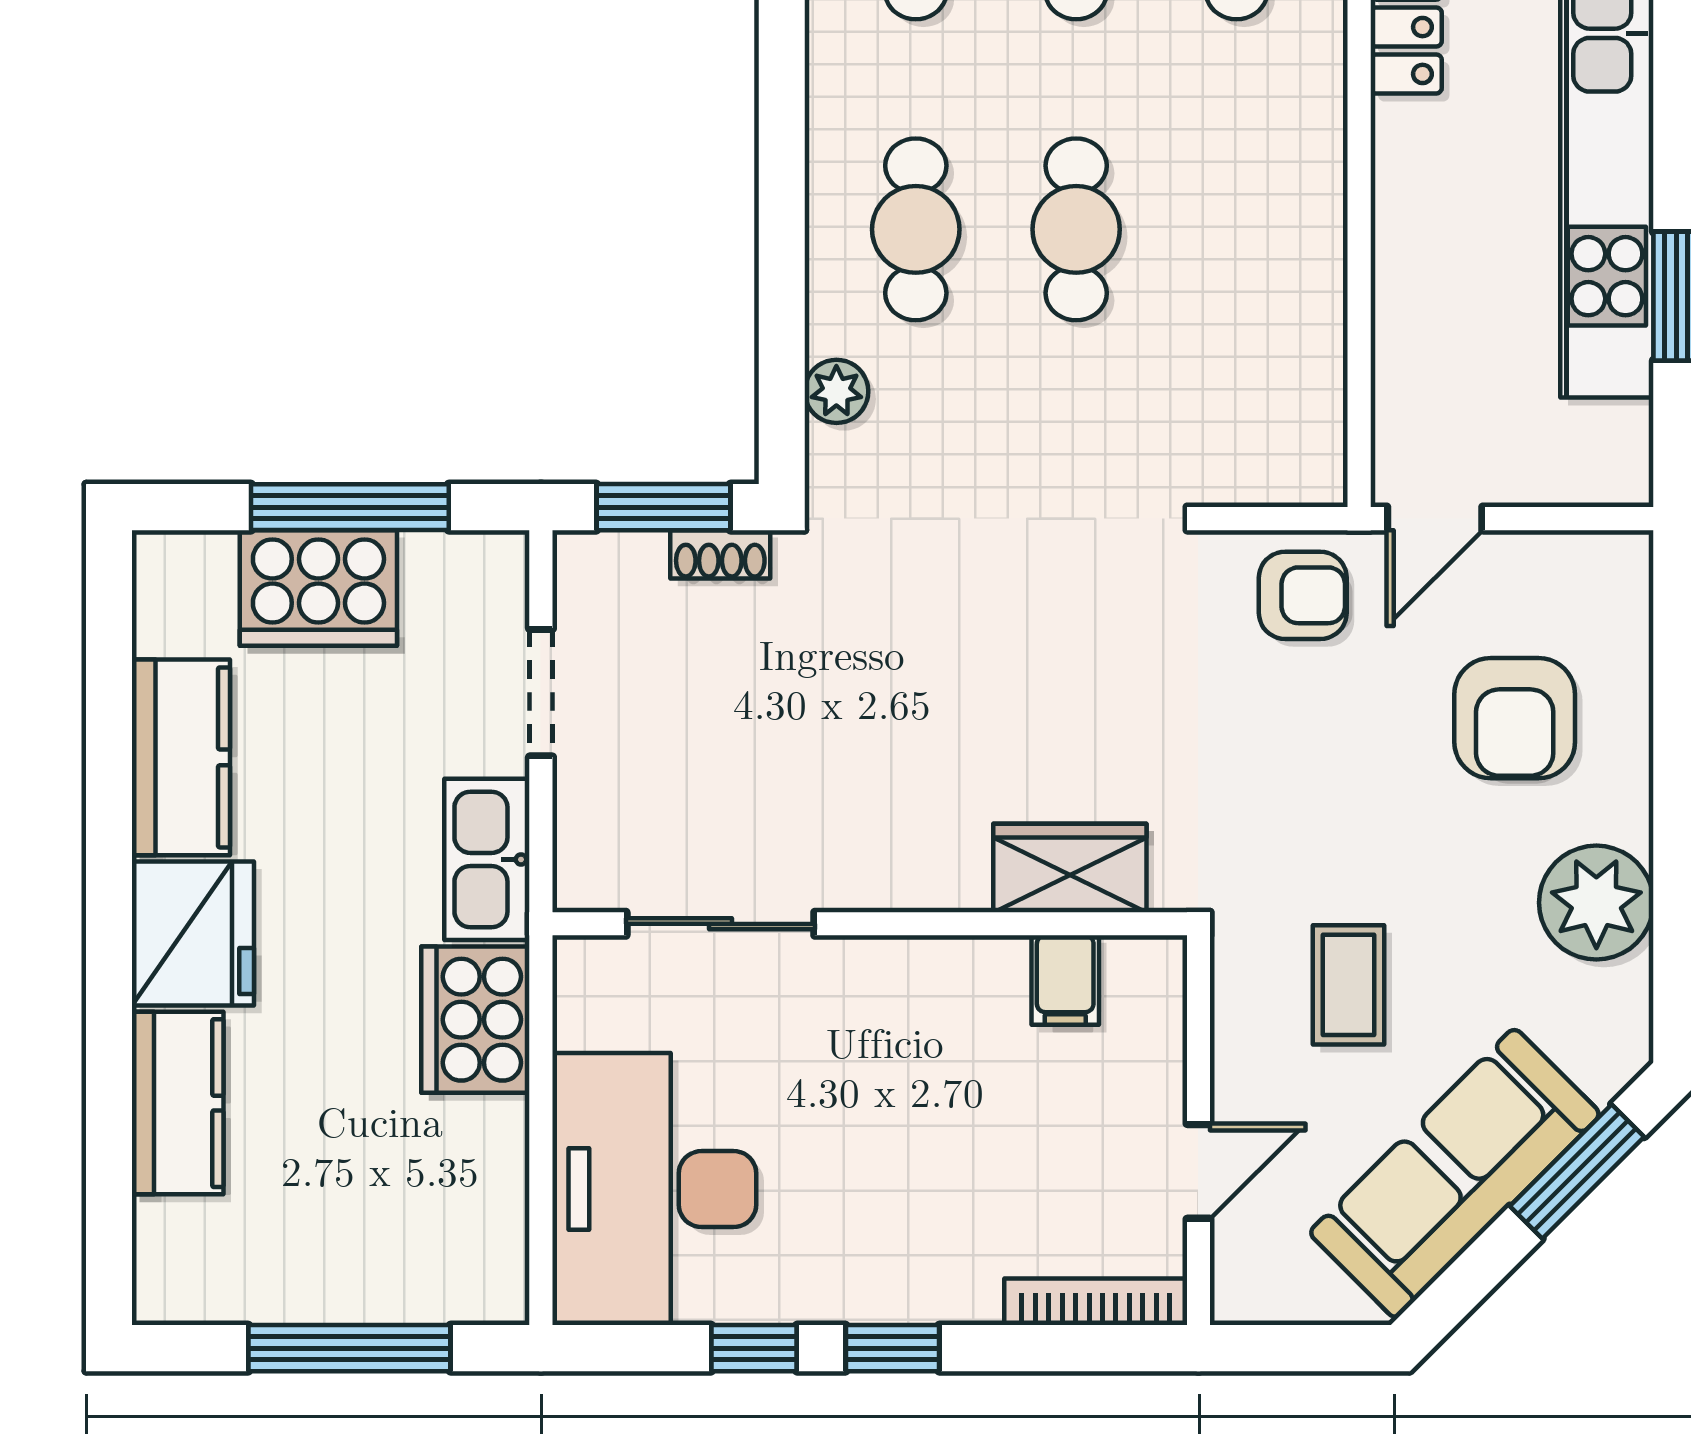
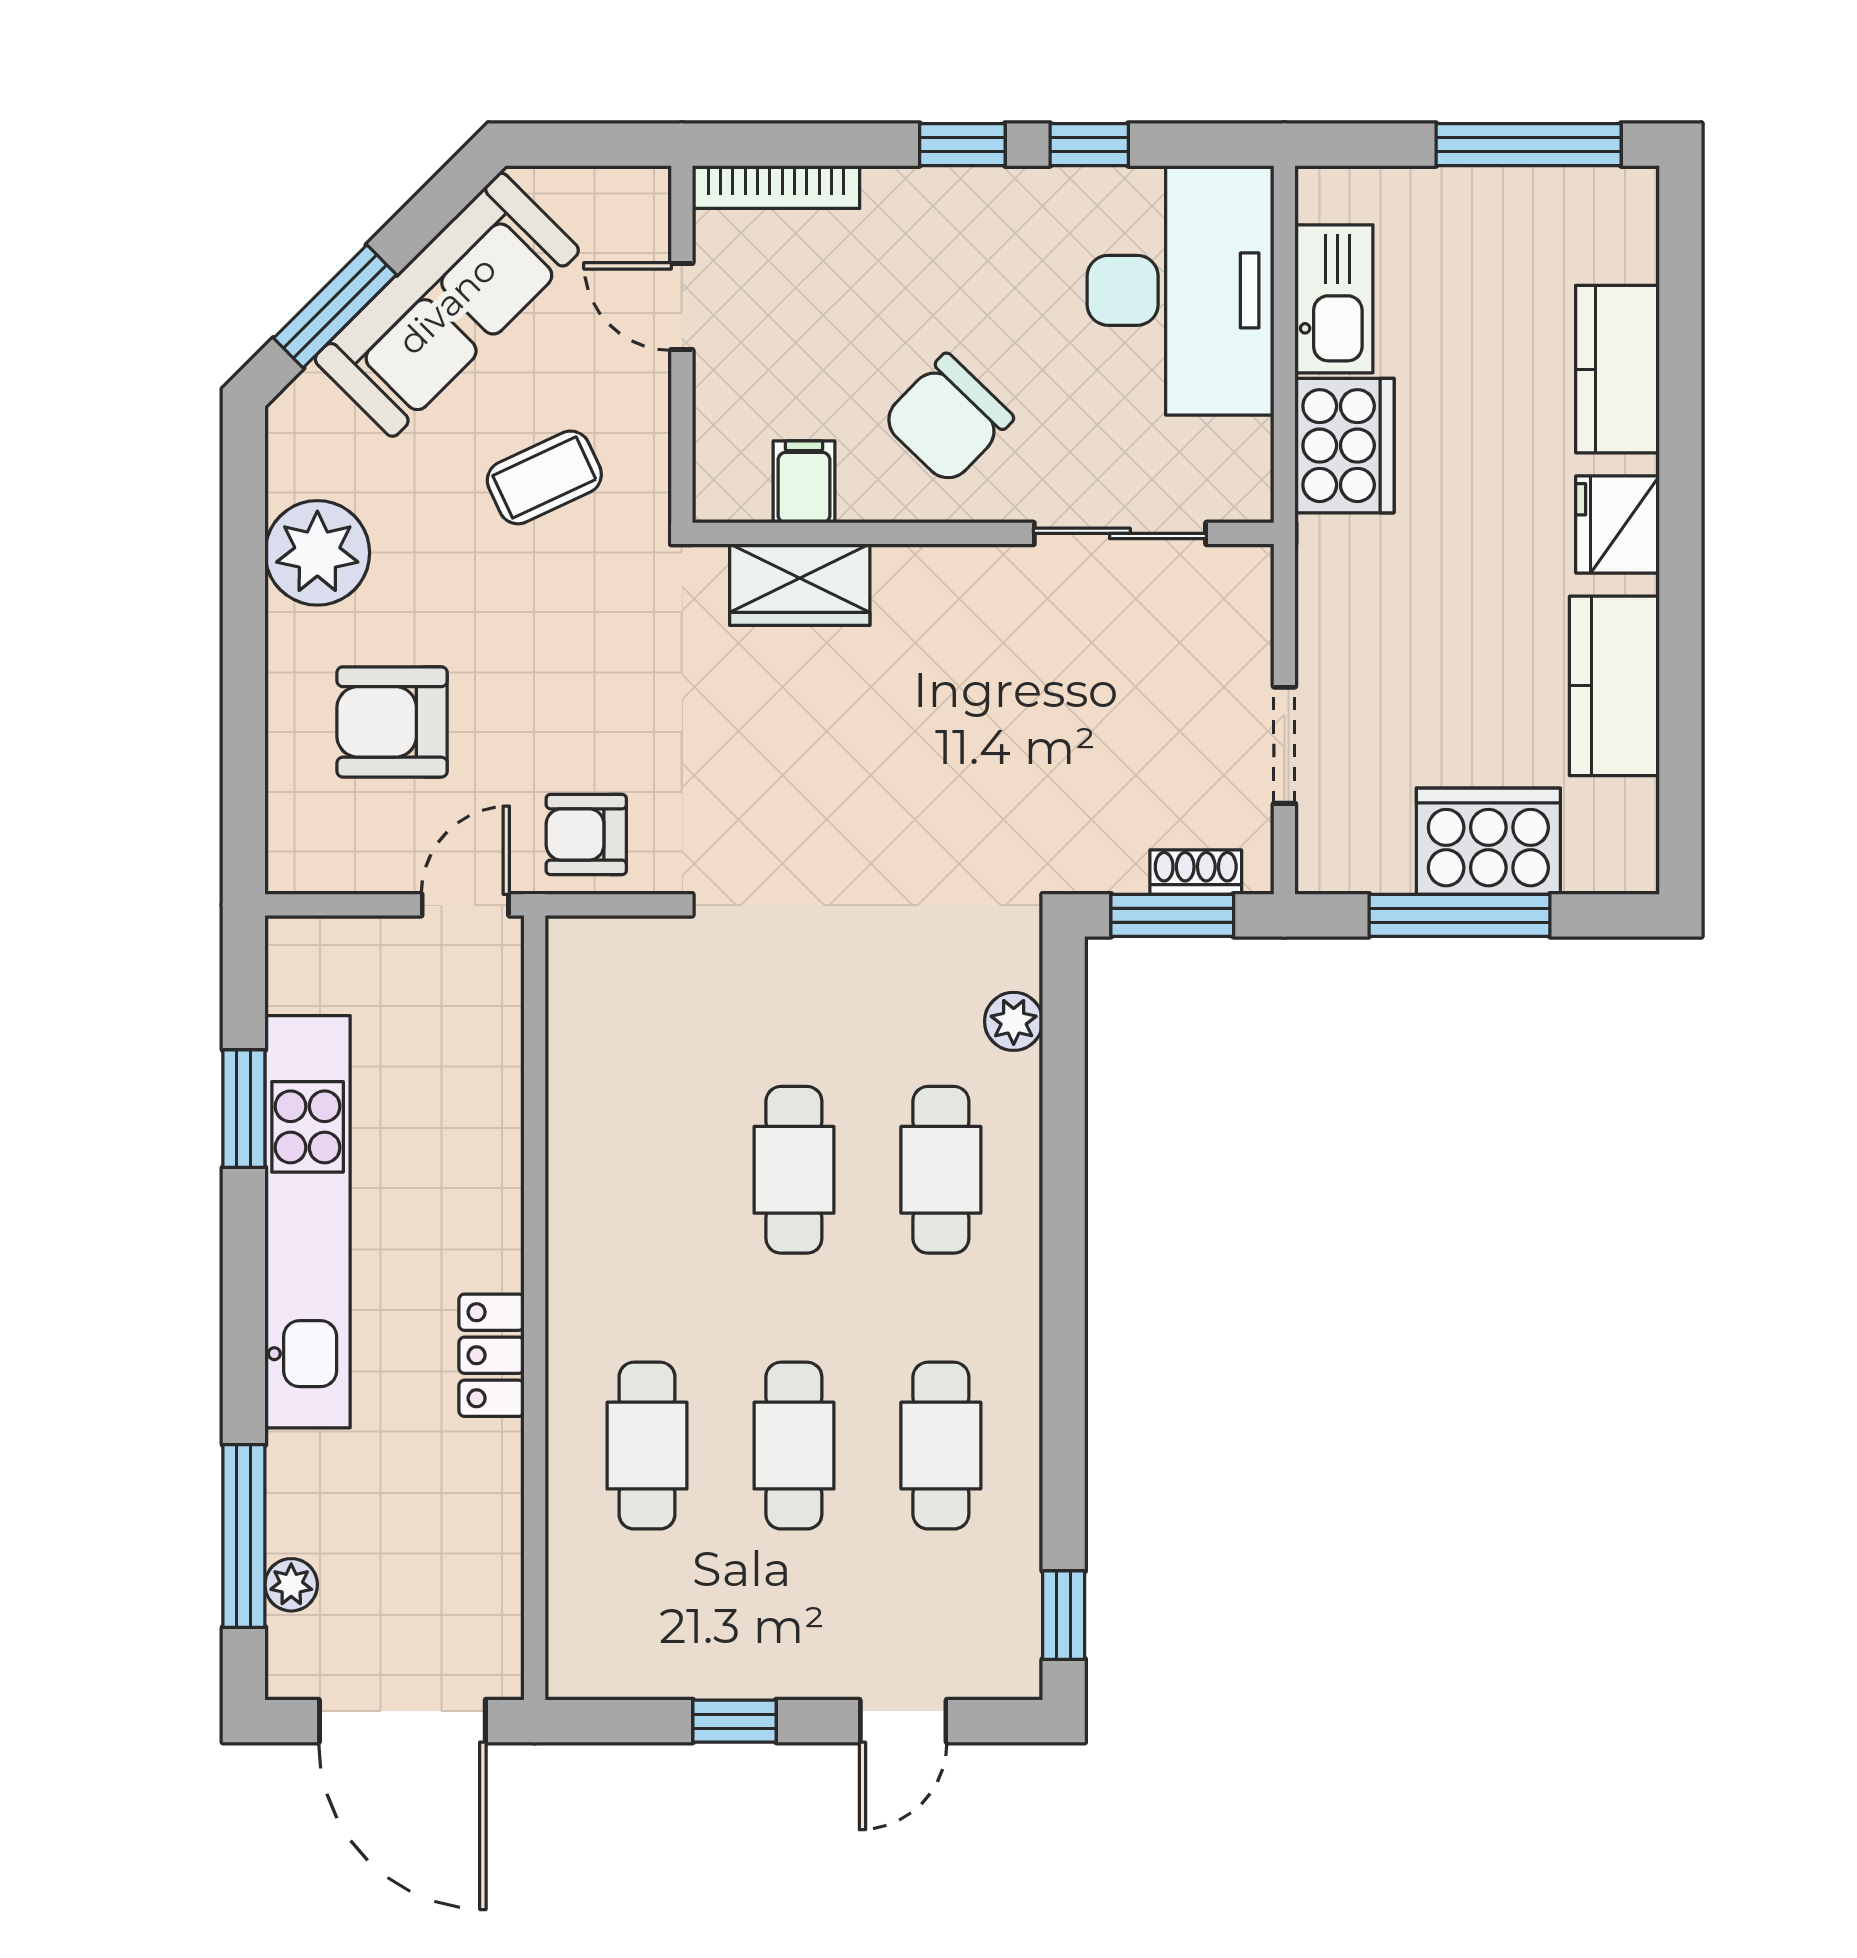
shoe rack: (720, 554) -> (1196, 872), moved
armchair: (1515, 718) -> (392, 722), turned -90
kitchen sink: (487, 859) -> (1334, 299), moved
fridge: (193, 934) -> (1617, 524), width x0.73, depth x0.75
coffee table: (1349, 985) -> (544, 477), turned 65
chair: (909, 1049) -> (948, 419), added
door: (1198, 1171) -> (682, 307), hinge flipped
window: (349, 1348) -> (1529, 145), moved

